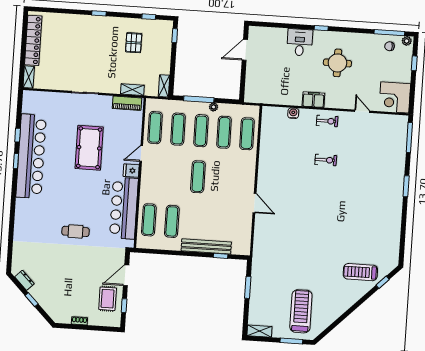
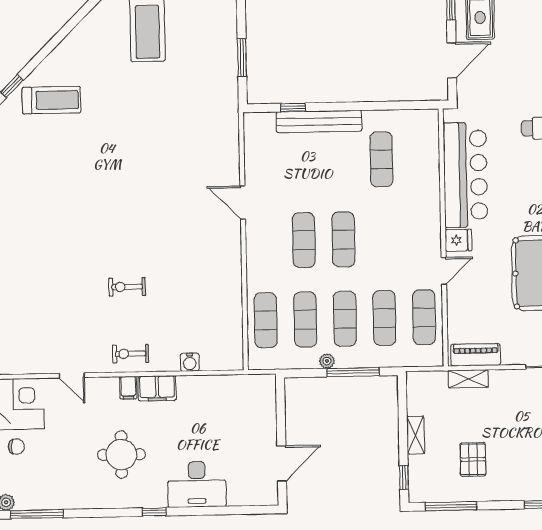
window: (149, 17) -> (451, 506), width x2.17
desk: (300, 42) -> (197, 484), width x1.37
chair: (389, 46) -> (16, 447), moved
shelving: (164, 86) -> (416, 435), moved
filing cabinet: (330, 101) -> (128, 388), added
exercise mat: (149, 220) -> (304, 240), moved

